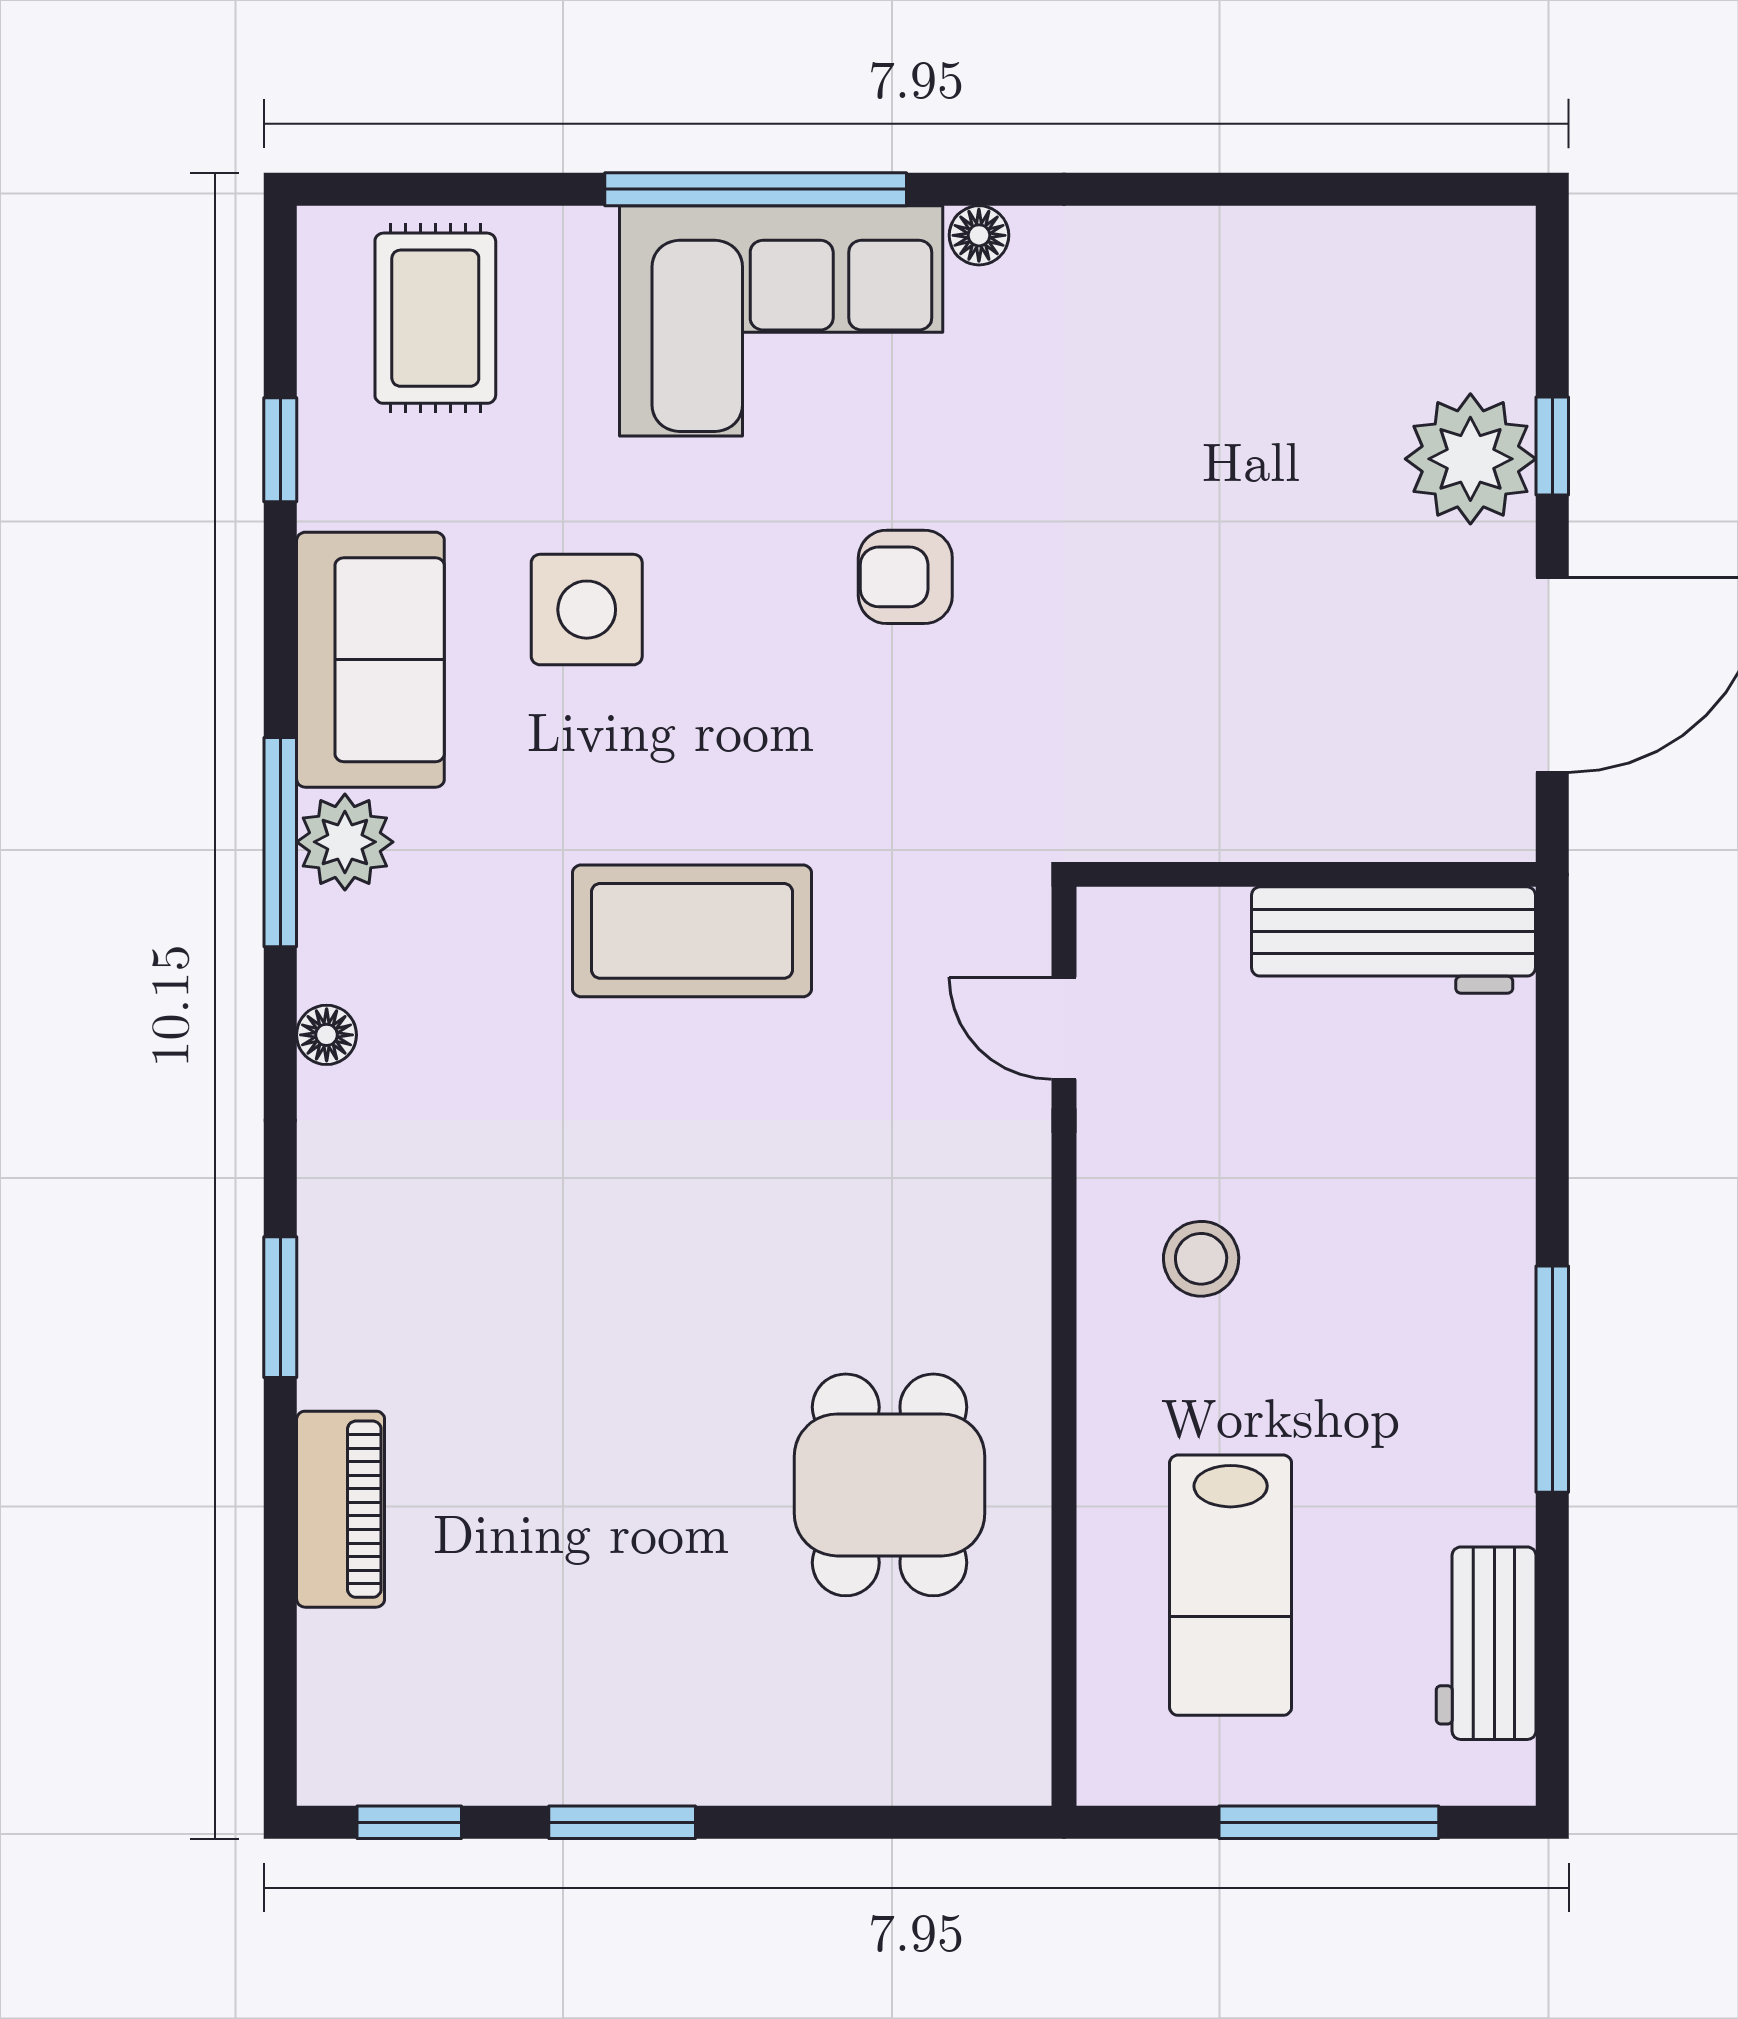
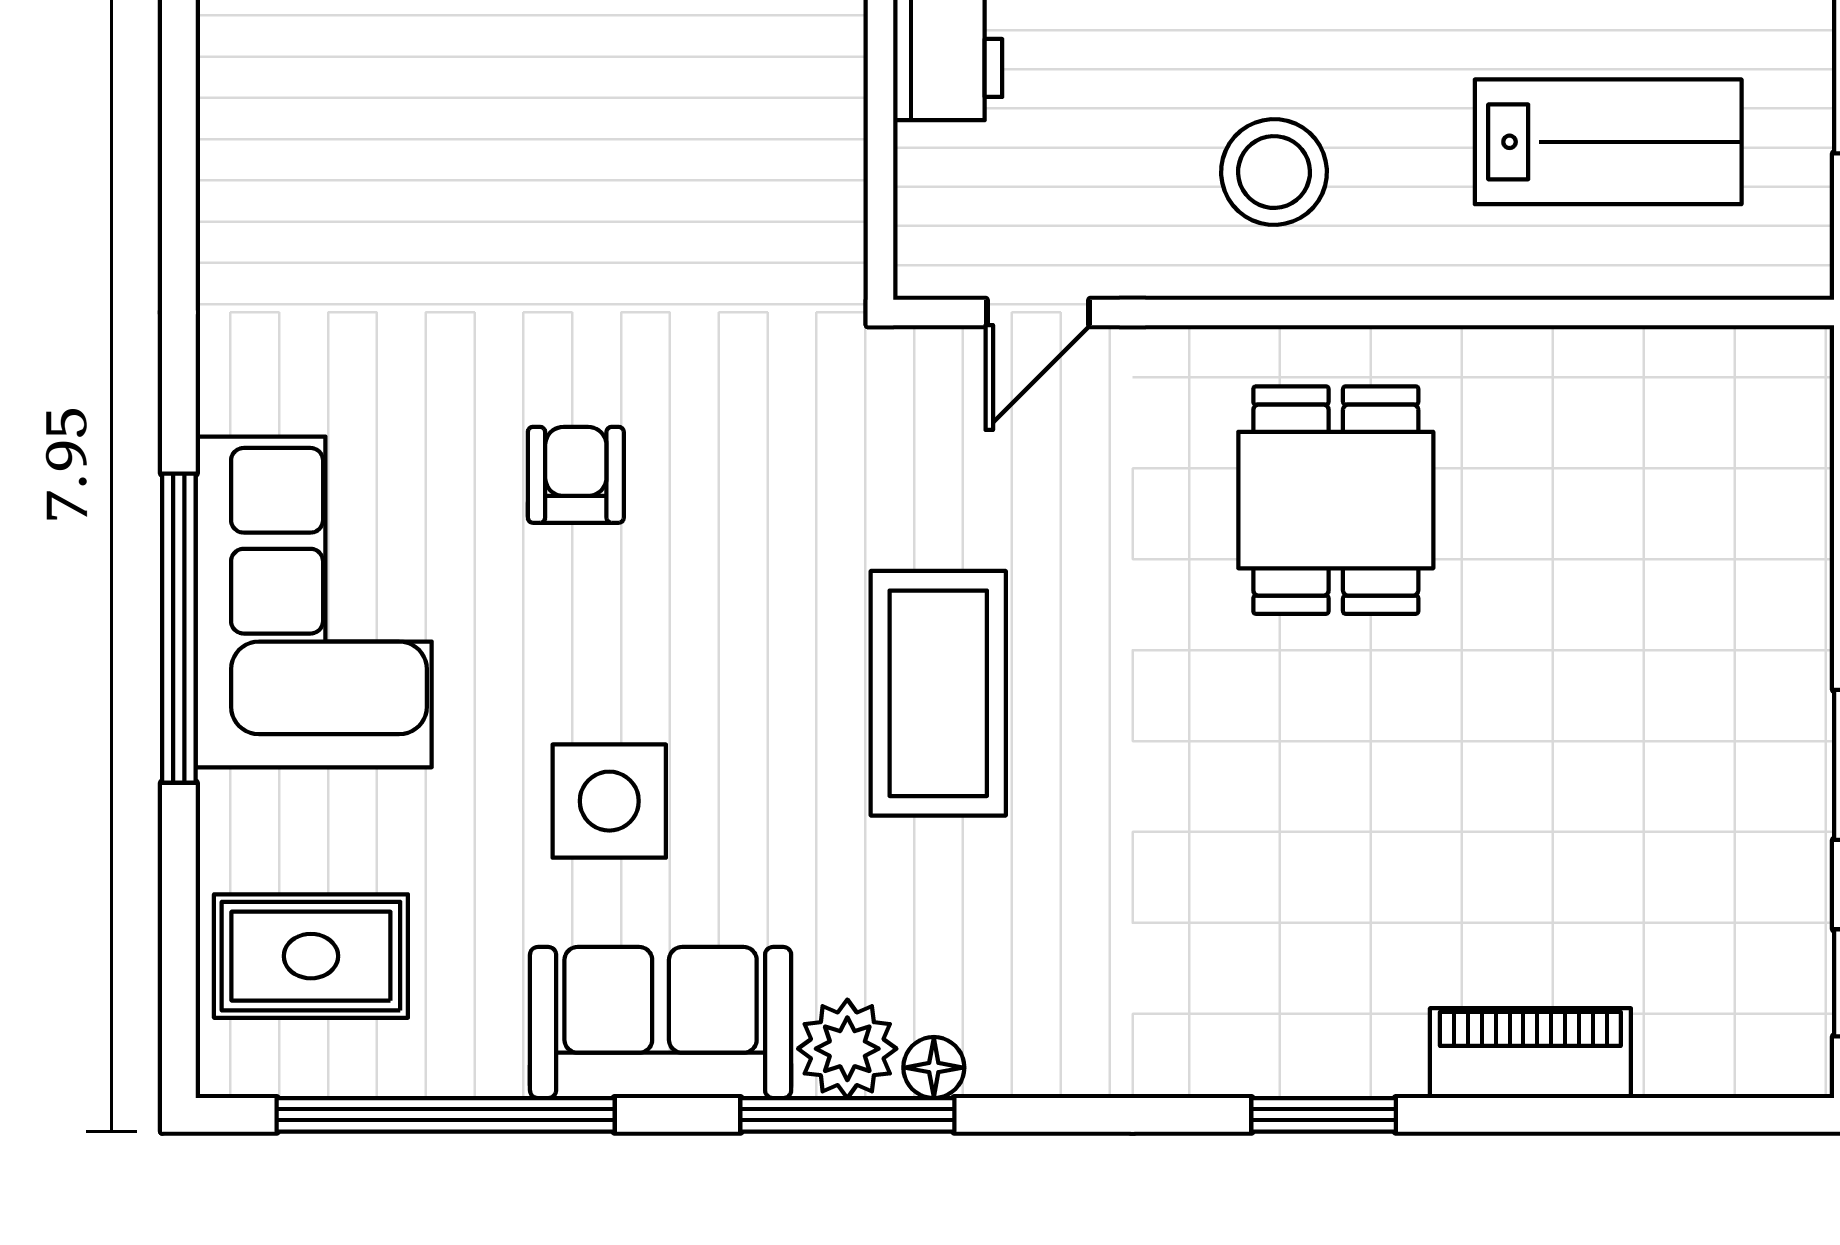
floor lamp: (979, 235) -> (226, 399), removed
window: (280, 450) -> (446, 1115), width x3.17
armchair: (905, 577) -> (576, 475), turned 180
floor lamp: (327, 1035) -> (934, 1068), moved
stool: (1201, 1259) -> (1274, 172), width x1.38, depth x1.38
dining table: (890, 1485) -> (1336, 500), moved, turned 90

